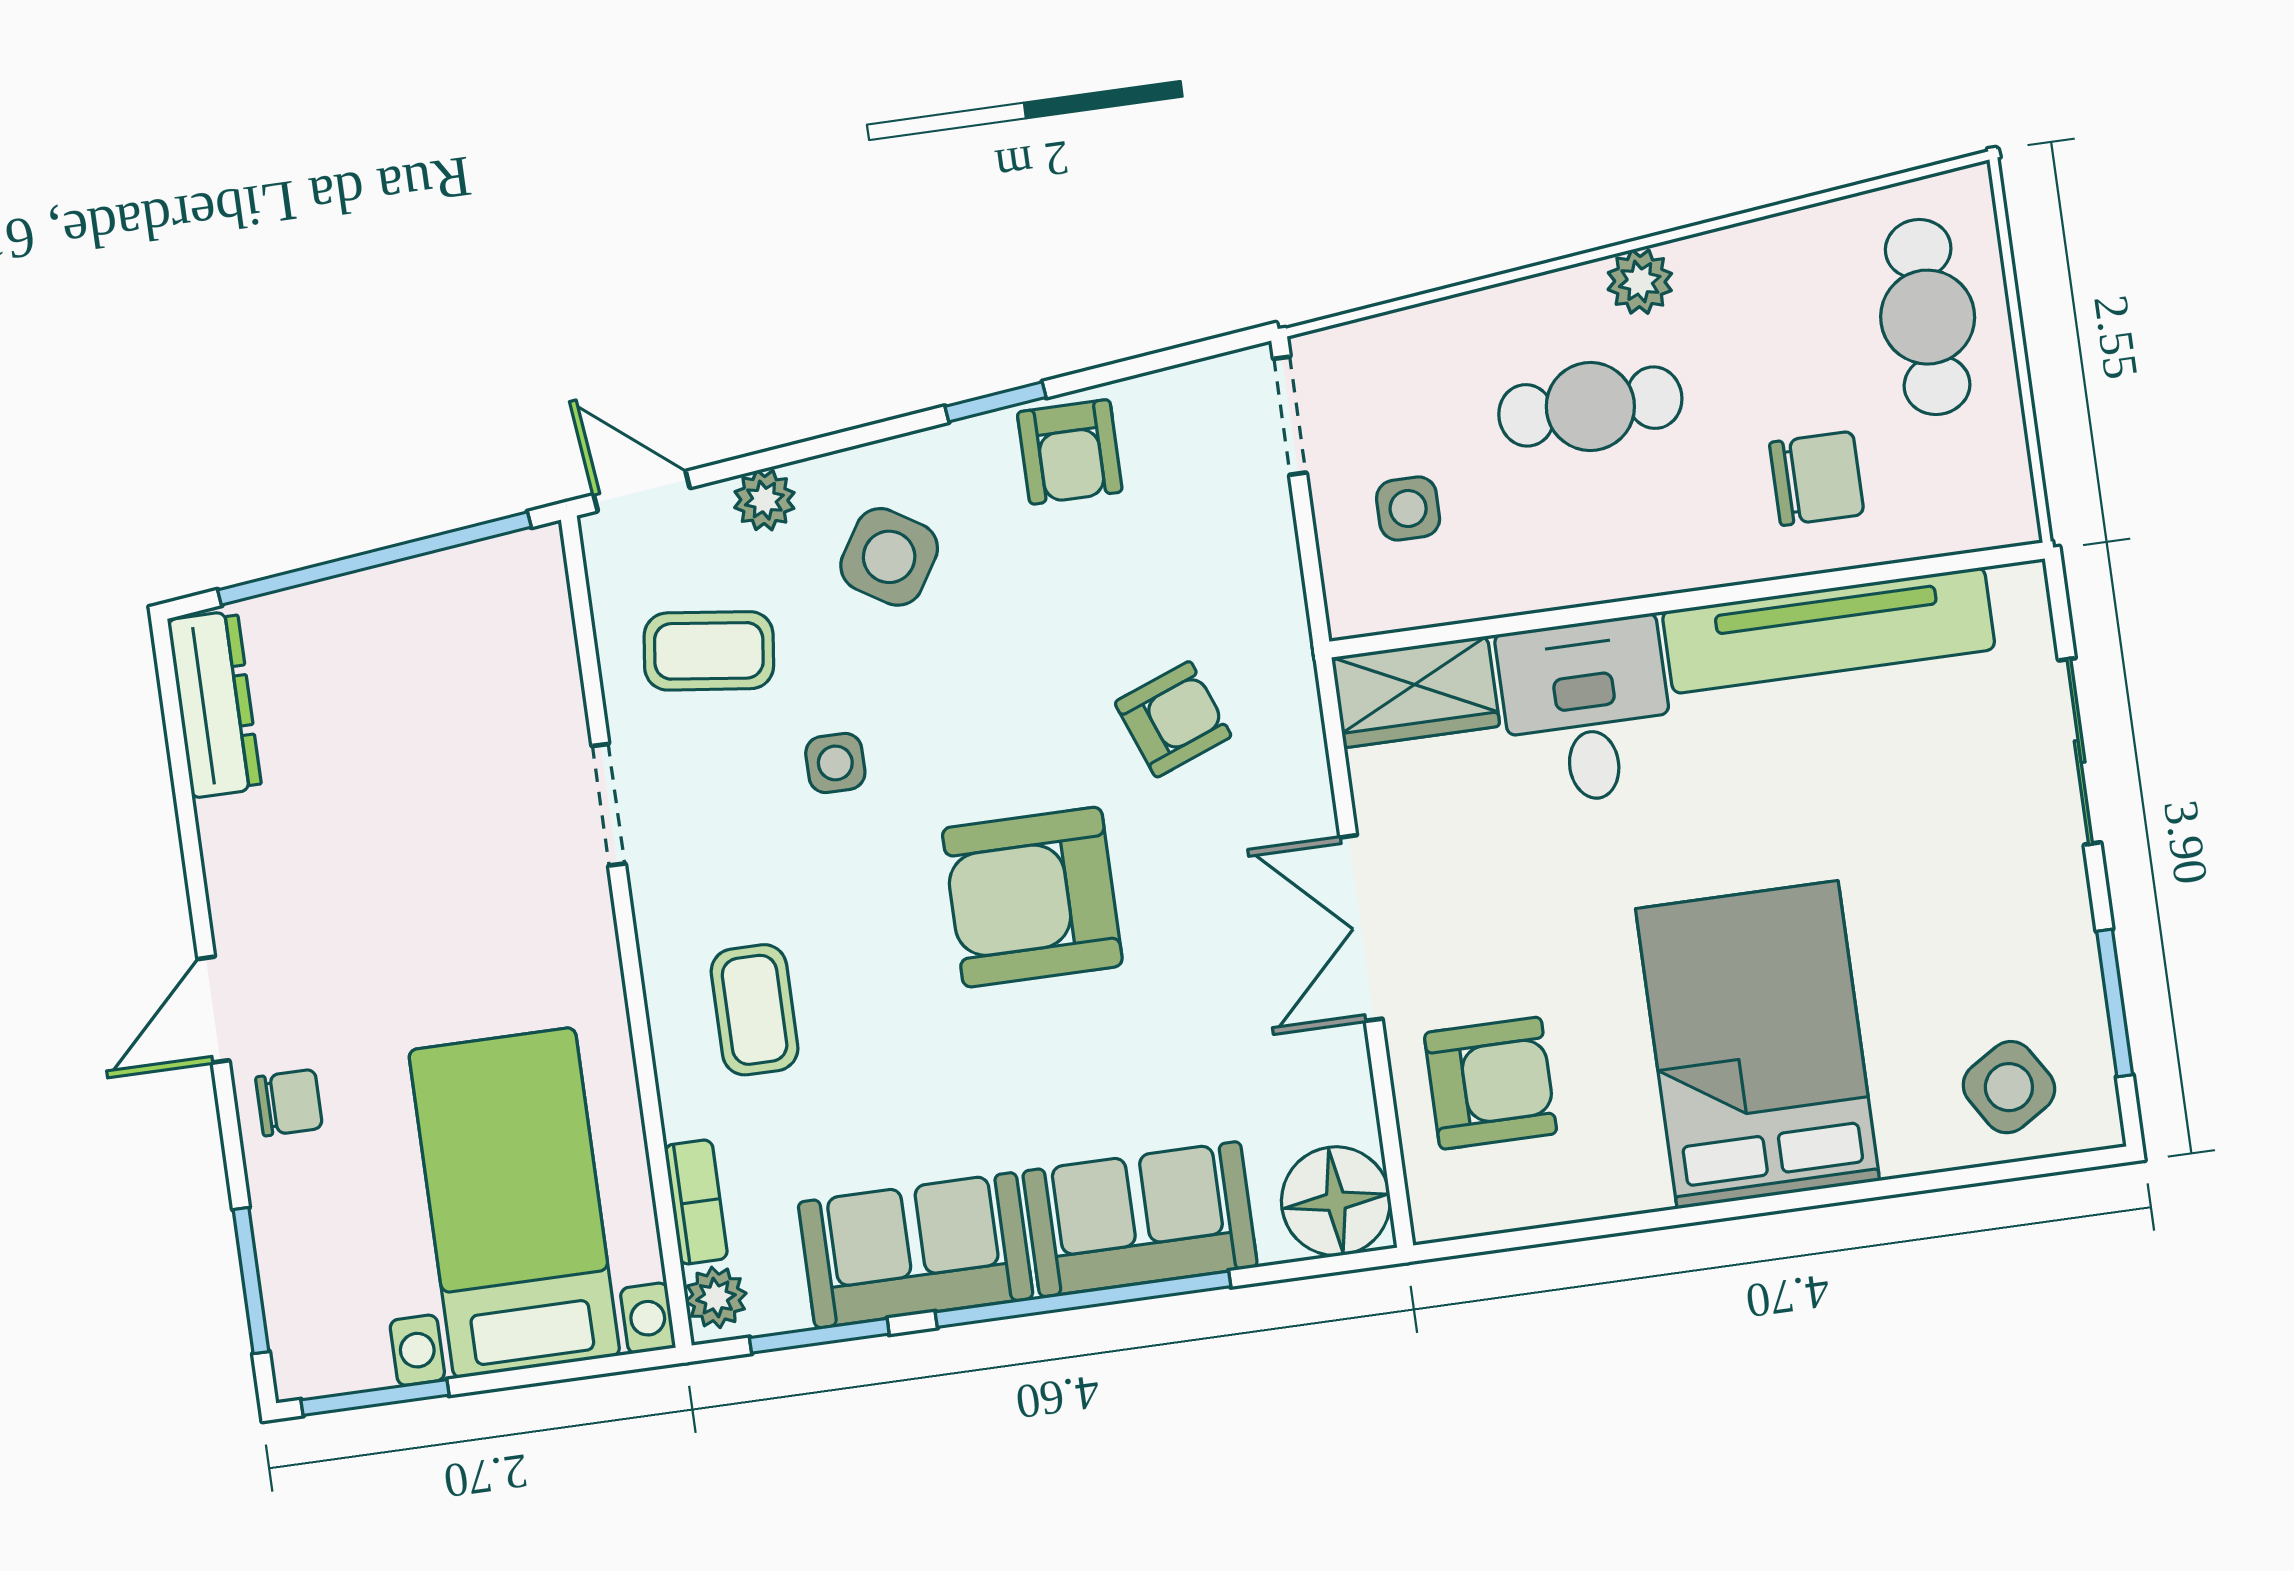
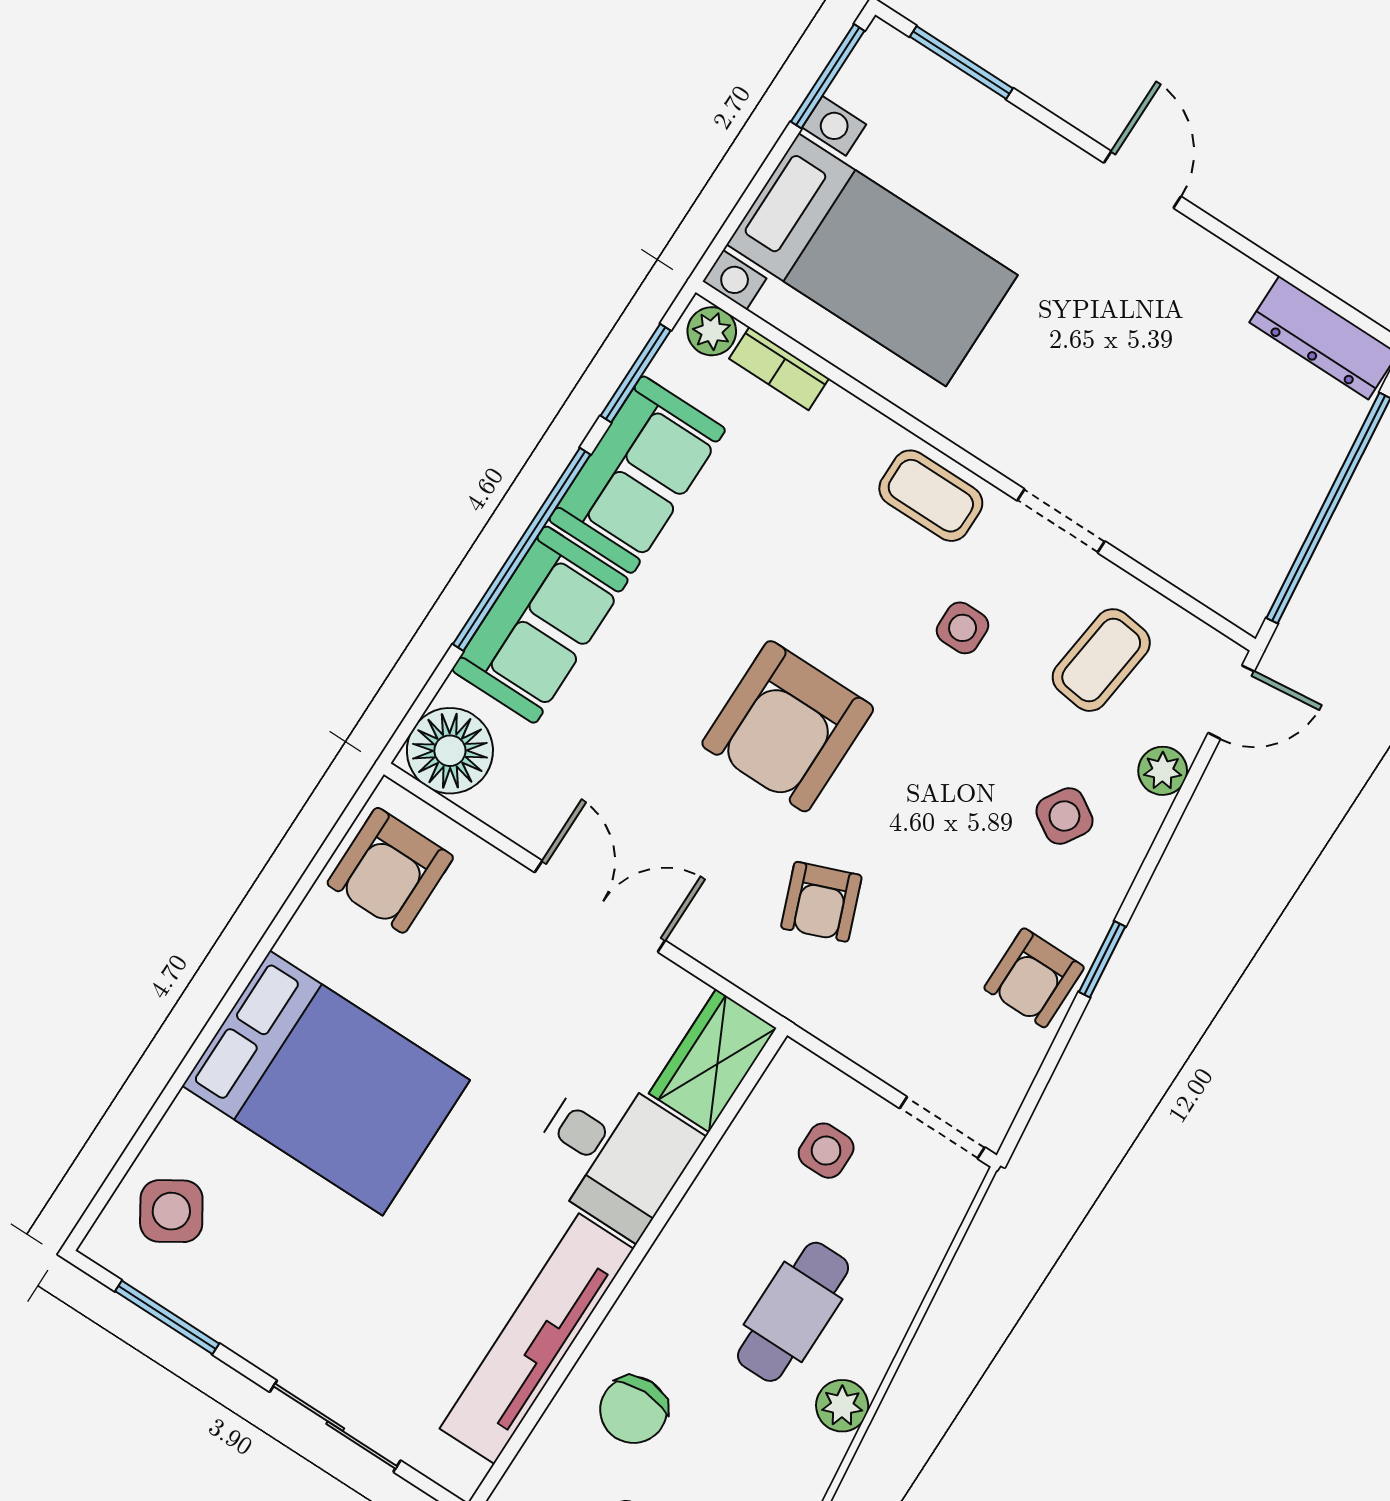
armchair: (1070, 452) -> (1034, 978), turned -90
side table: (889, 557) -> (1064, 816), width x0.73, depth x0.73
side table: (835, 763) -> (963, 628), moved
armchair: (1032, 897) -> (788, 726), turned 180
coffee table: (755, 1010) -> (931, 496), moved
armchair: (1491, 1083) -> (390, 870), moved
chair: (289, 1103) -> (1048, 177), removed

